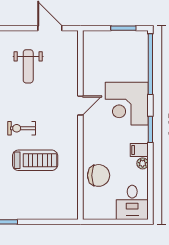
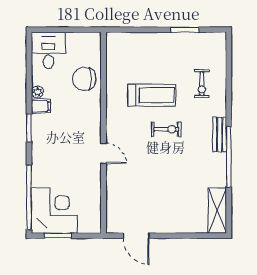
weight bench: (28, 66) -> (159, 195), removed
corner desk: (127, 104) -> (54, 210), moved
door: (80, 105) -> (104, 153), swing flipped
treadmill: (35, 160) -> (152, 95), turned 180

